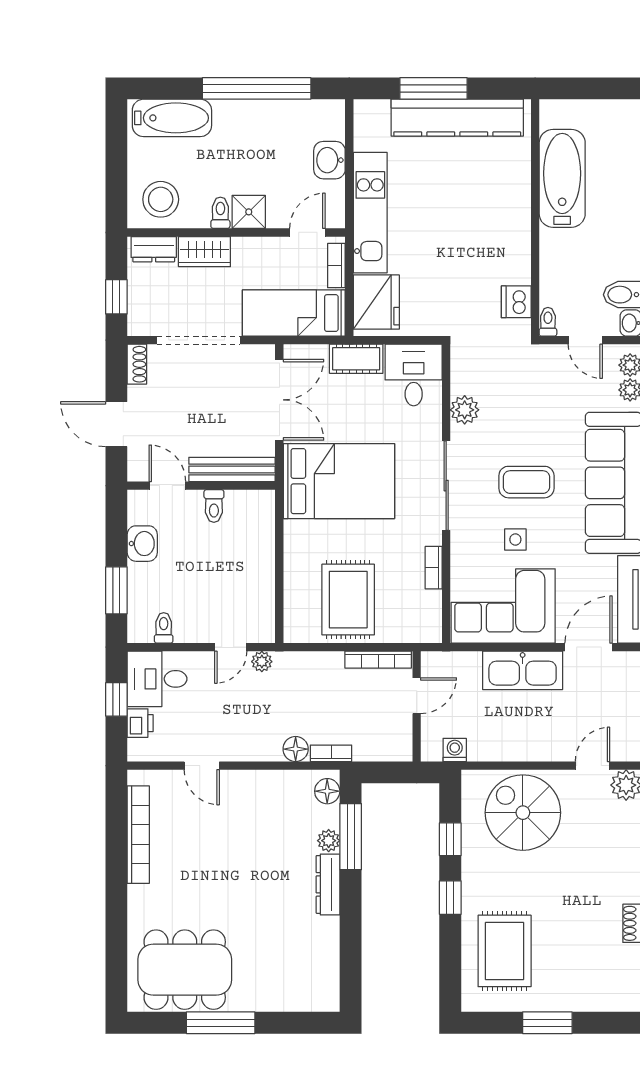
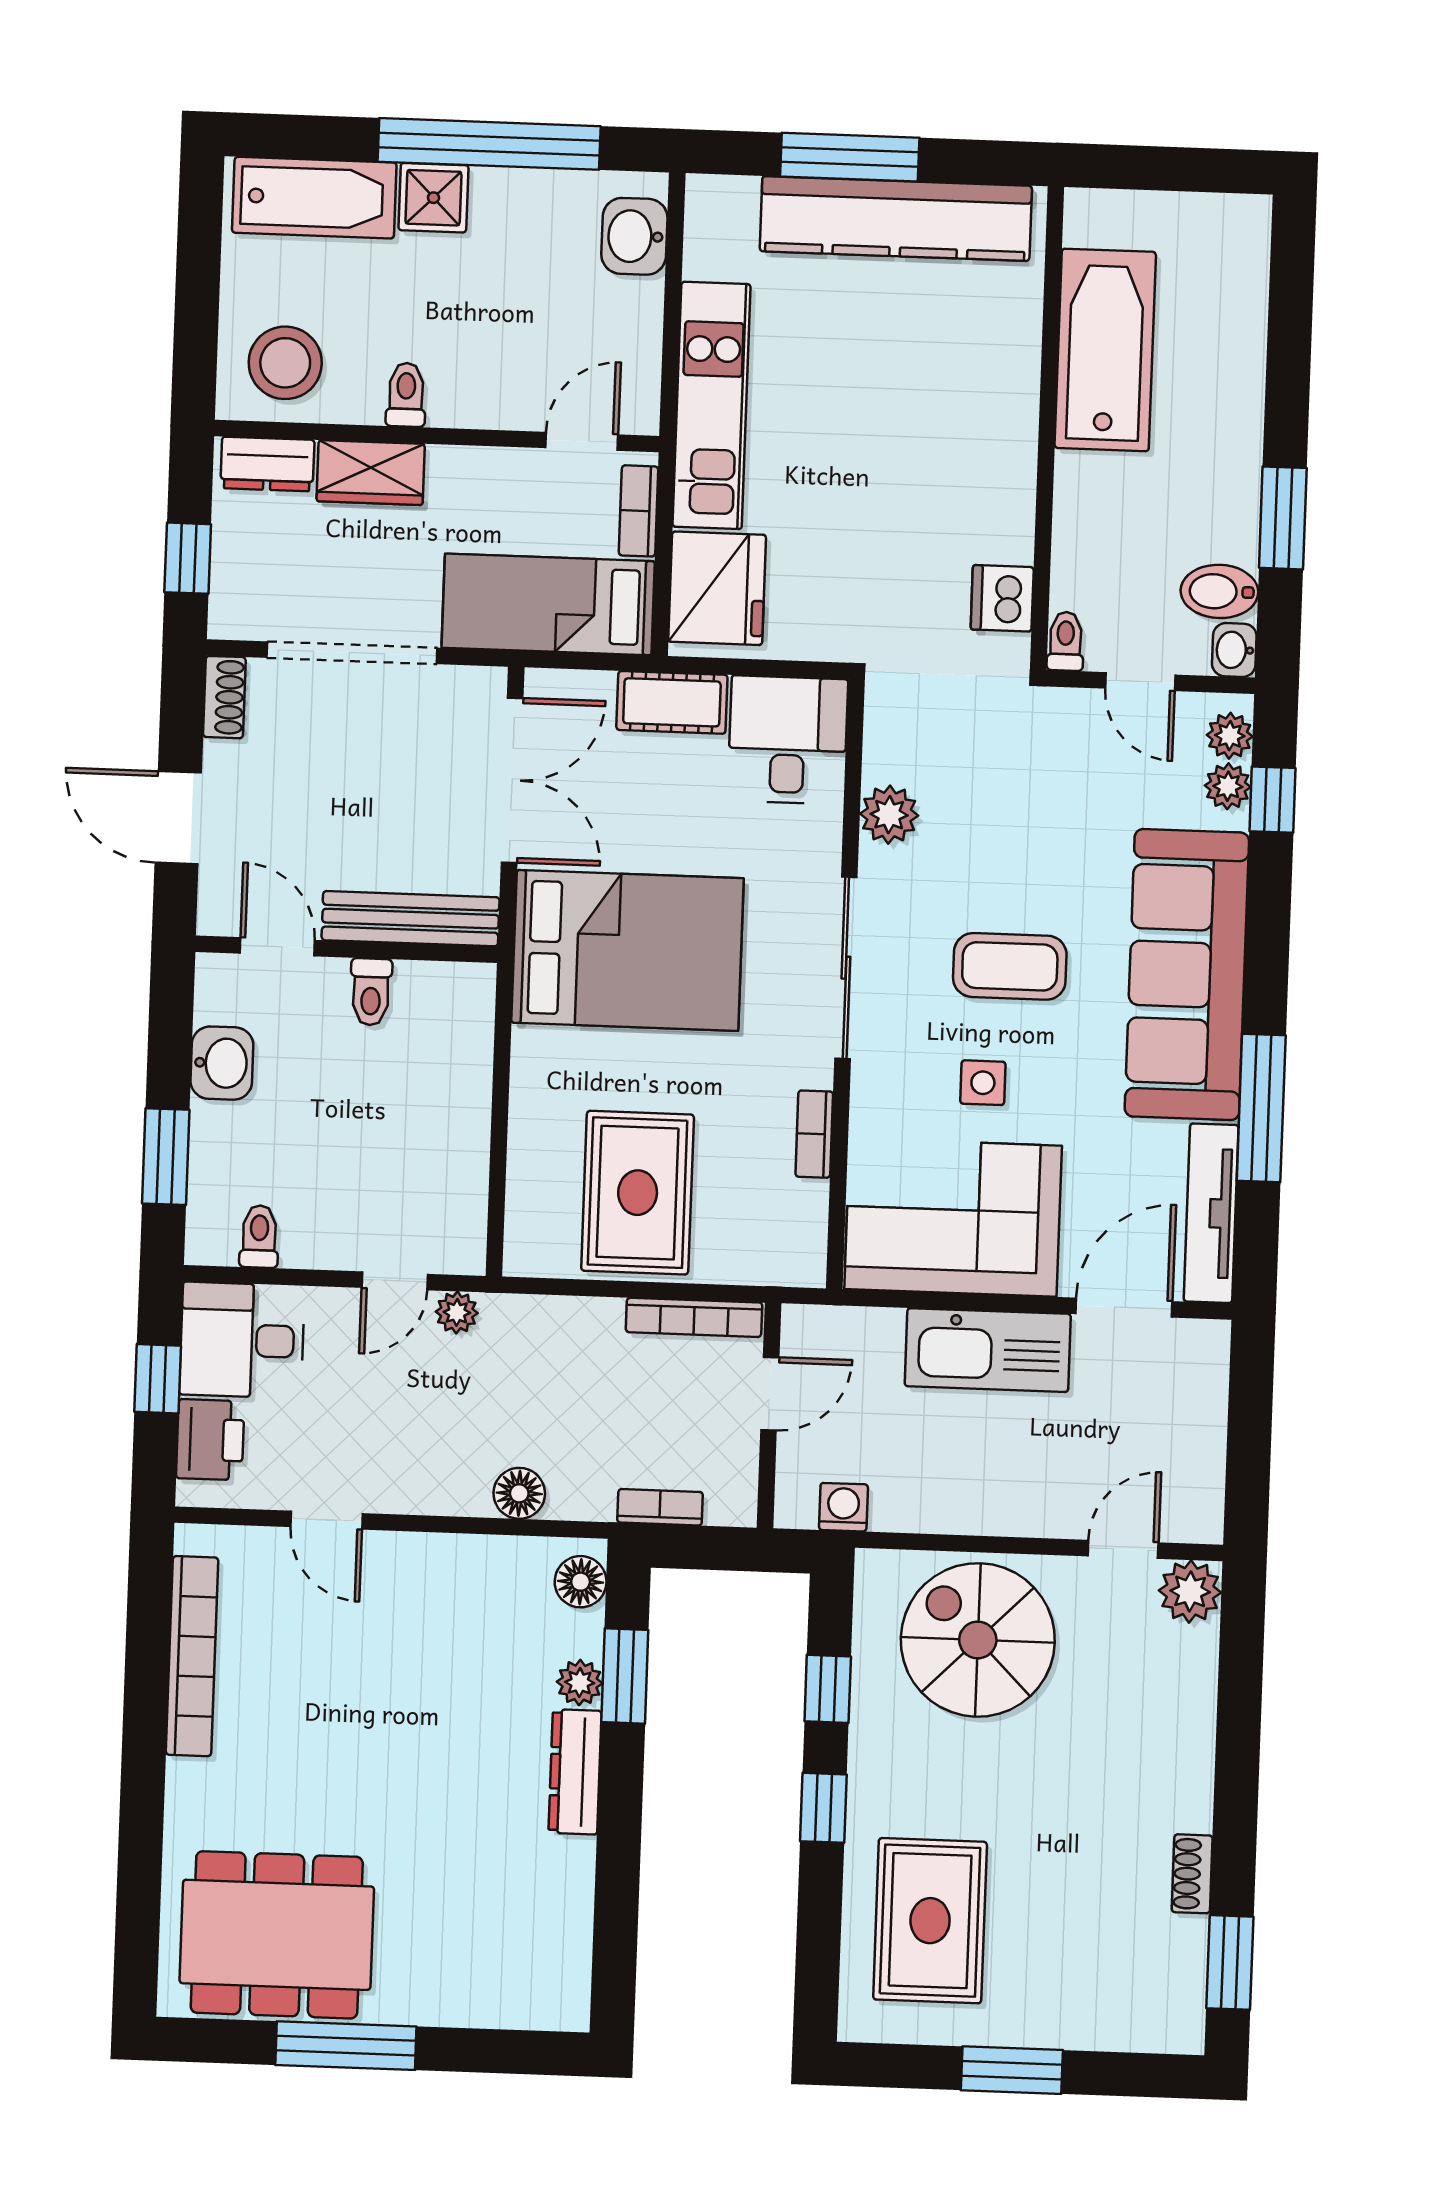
washbasin: (329, 160) -> (634, 236), moved
shower: (249, 212) -> (433, 198), moved
printer: (140, 723) -> (210, 1440), width x1.36, depth x1.24
bookcase: (331, 753) -> (660, 1507), moved
window: (351, 837) -> (625, 1676), width x0.69

